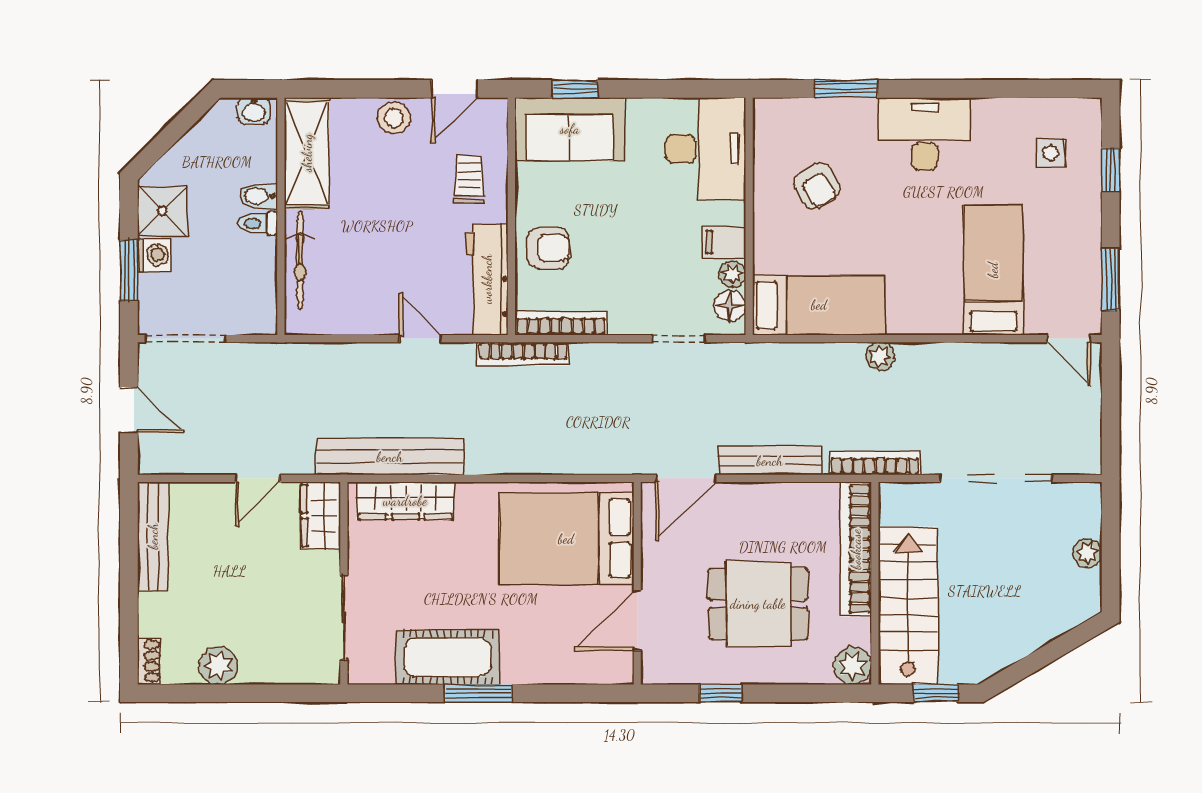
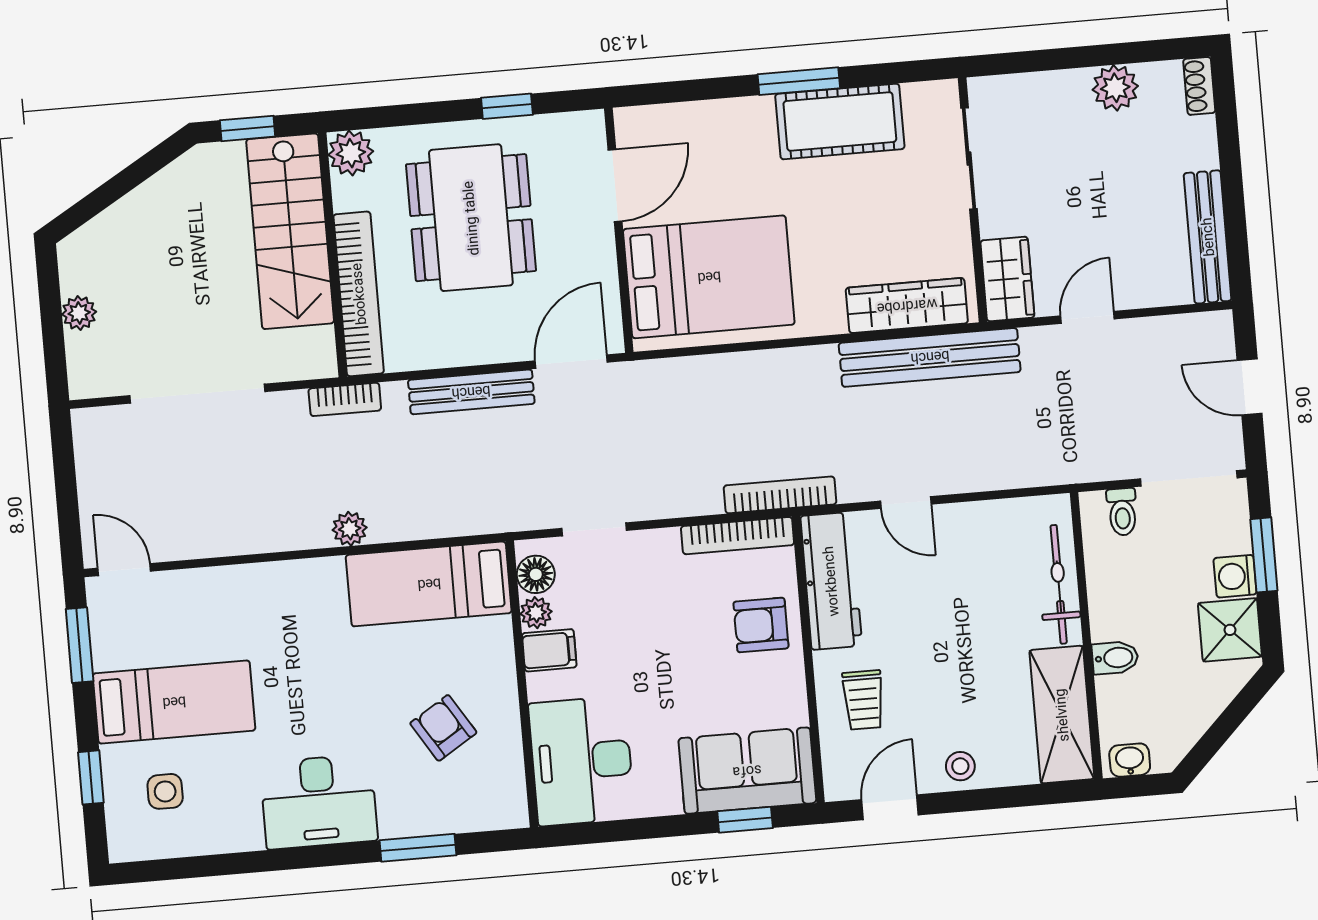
stool: (394, 118) -> (960, 766), width x0.73, depth x0.73
toilet: (258, 224) -> (1122, 512), moved, turned 90
bed: (993, 270) -> (174, 702), moved, turned -90
bookcase: (875, 463) -> (345, 399), width x0.64
dining table: (758, 604) -> (471, 218), width x1.37

